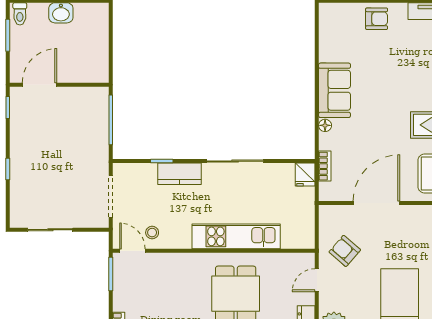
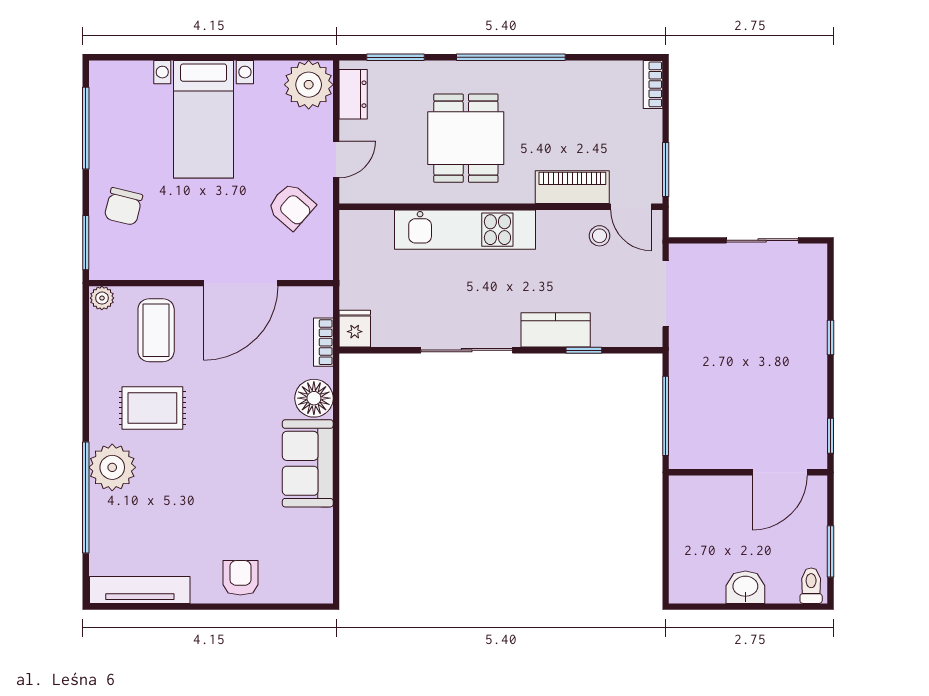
armchair: (377, 19) -> (240, 578), turned 90
floor lamp: (325, 125) -> (314, 398), width x1.89, depth x1.89
piano: (169, 263) -> (572, 187), added

